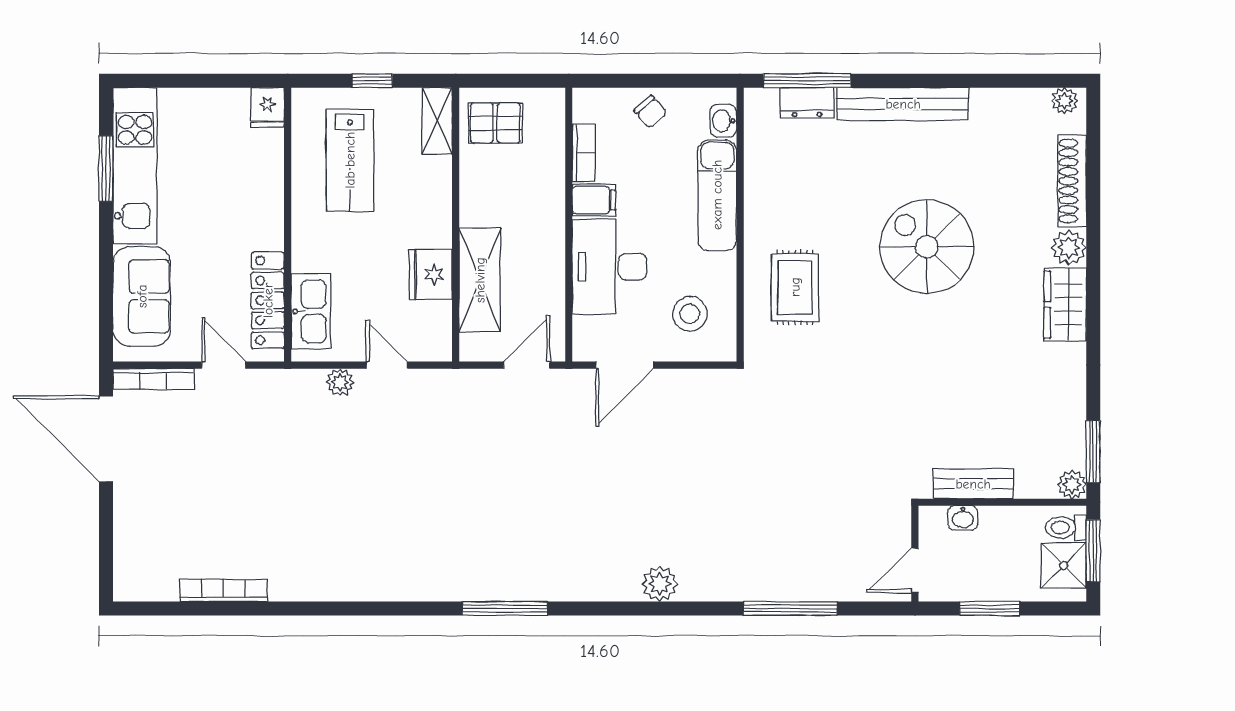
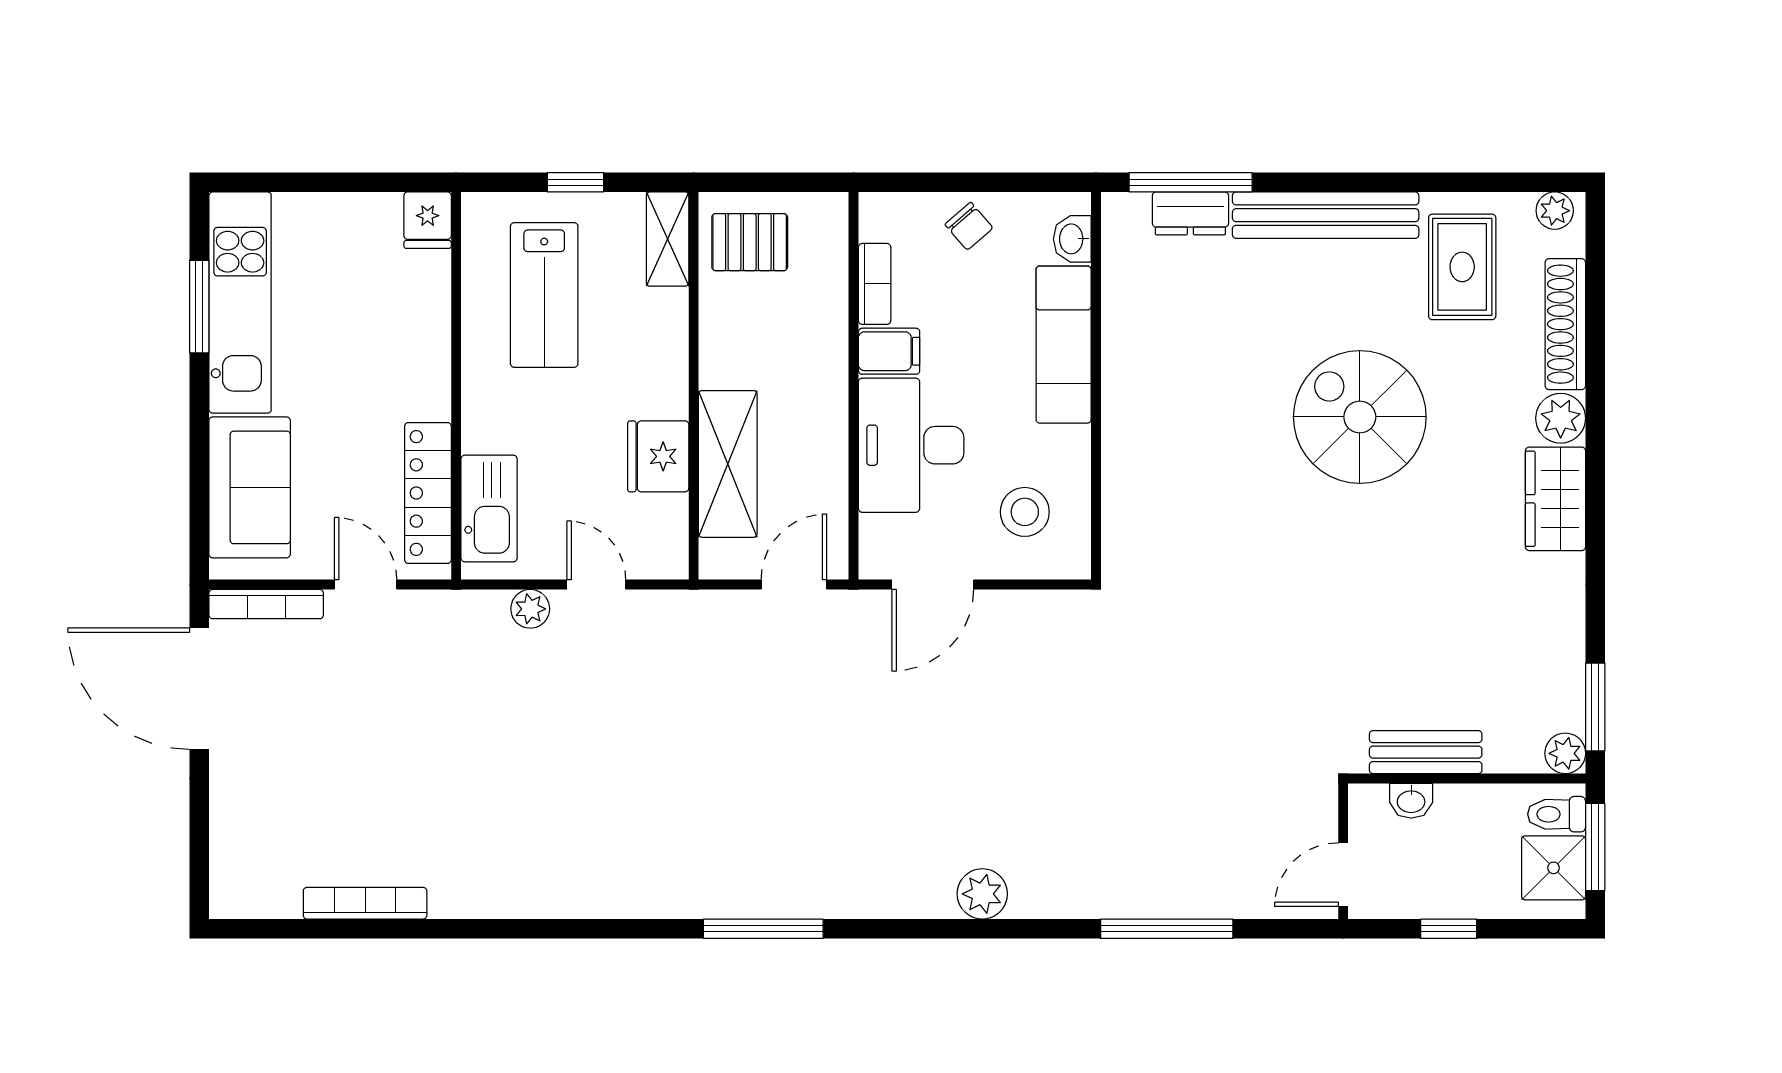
rug: (795, 287) -> (1462, 267), moved
window: (990, 609) -> (1449, 929), width x0.67

